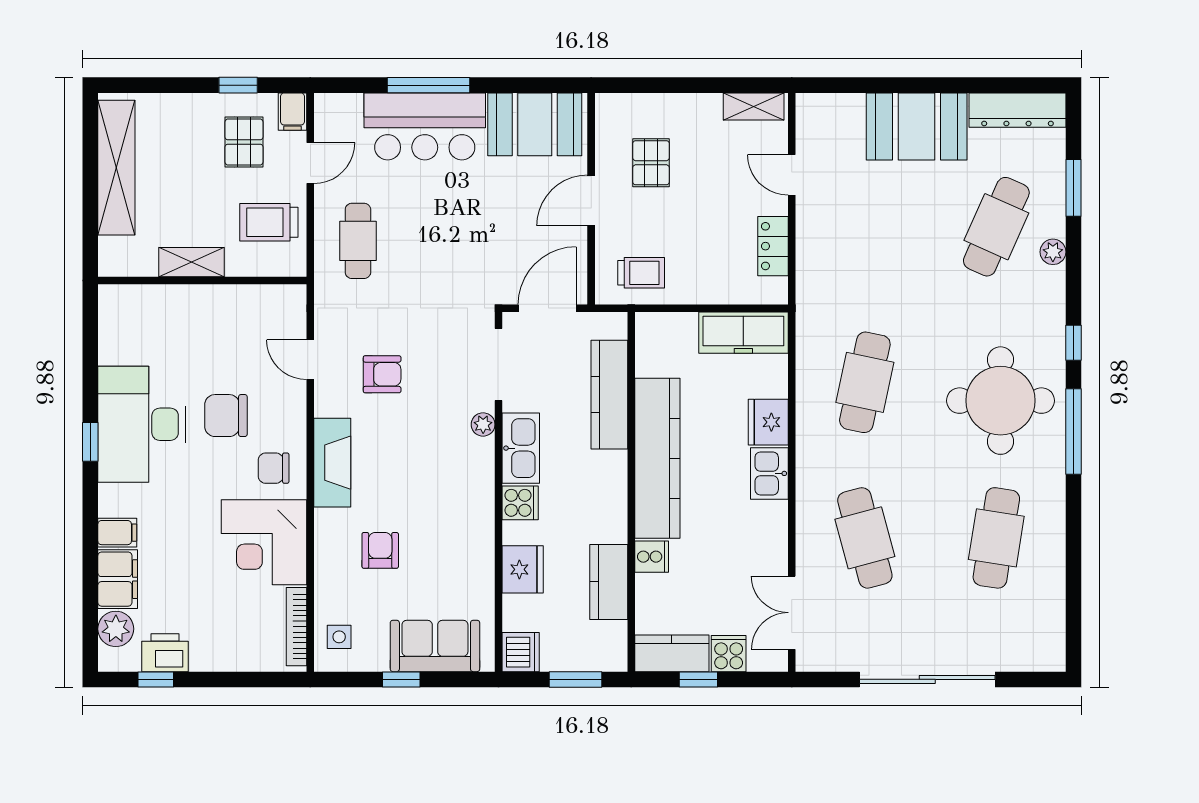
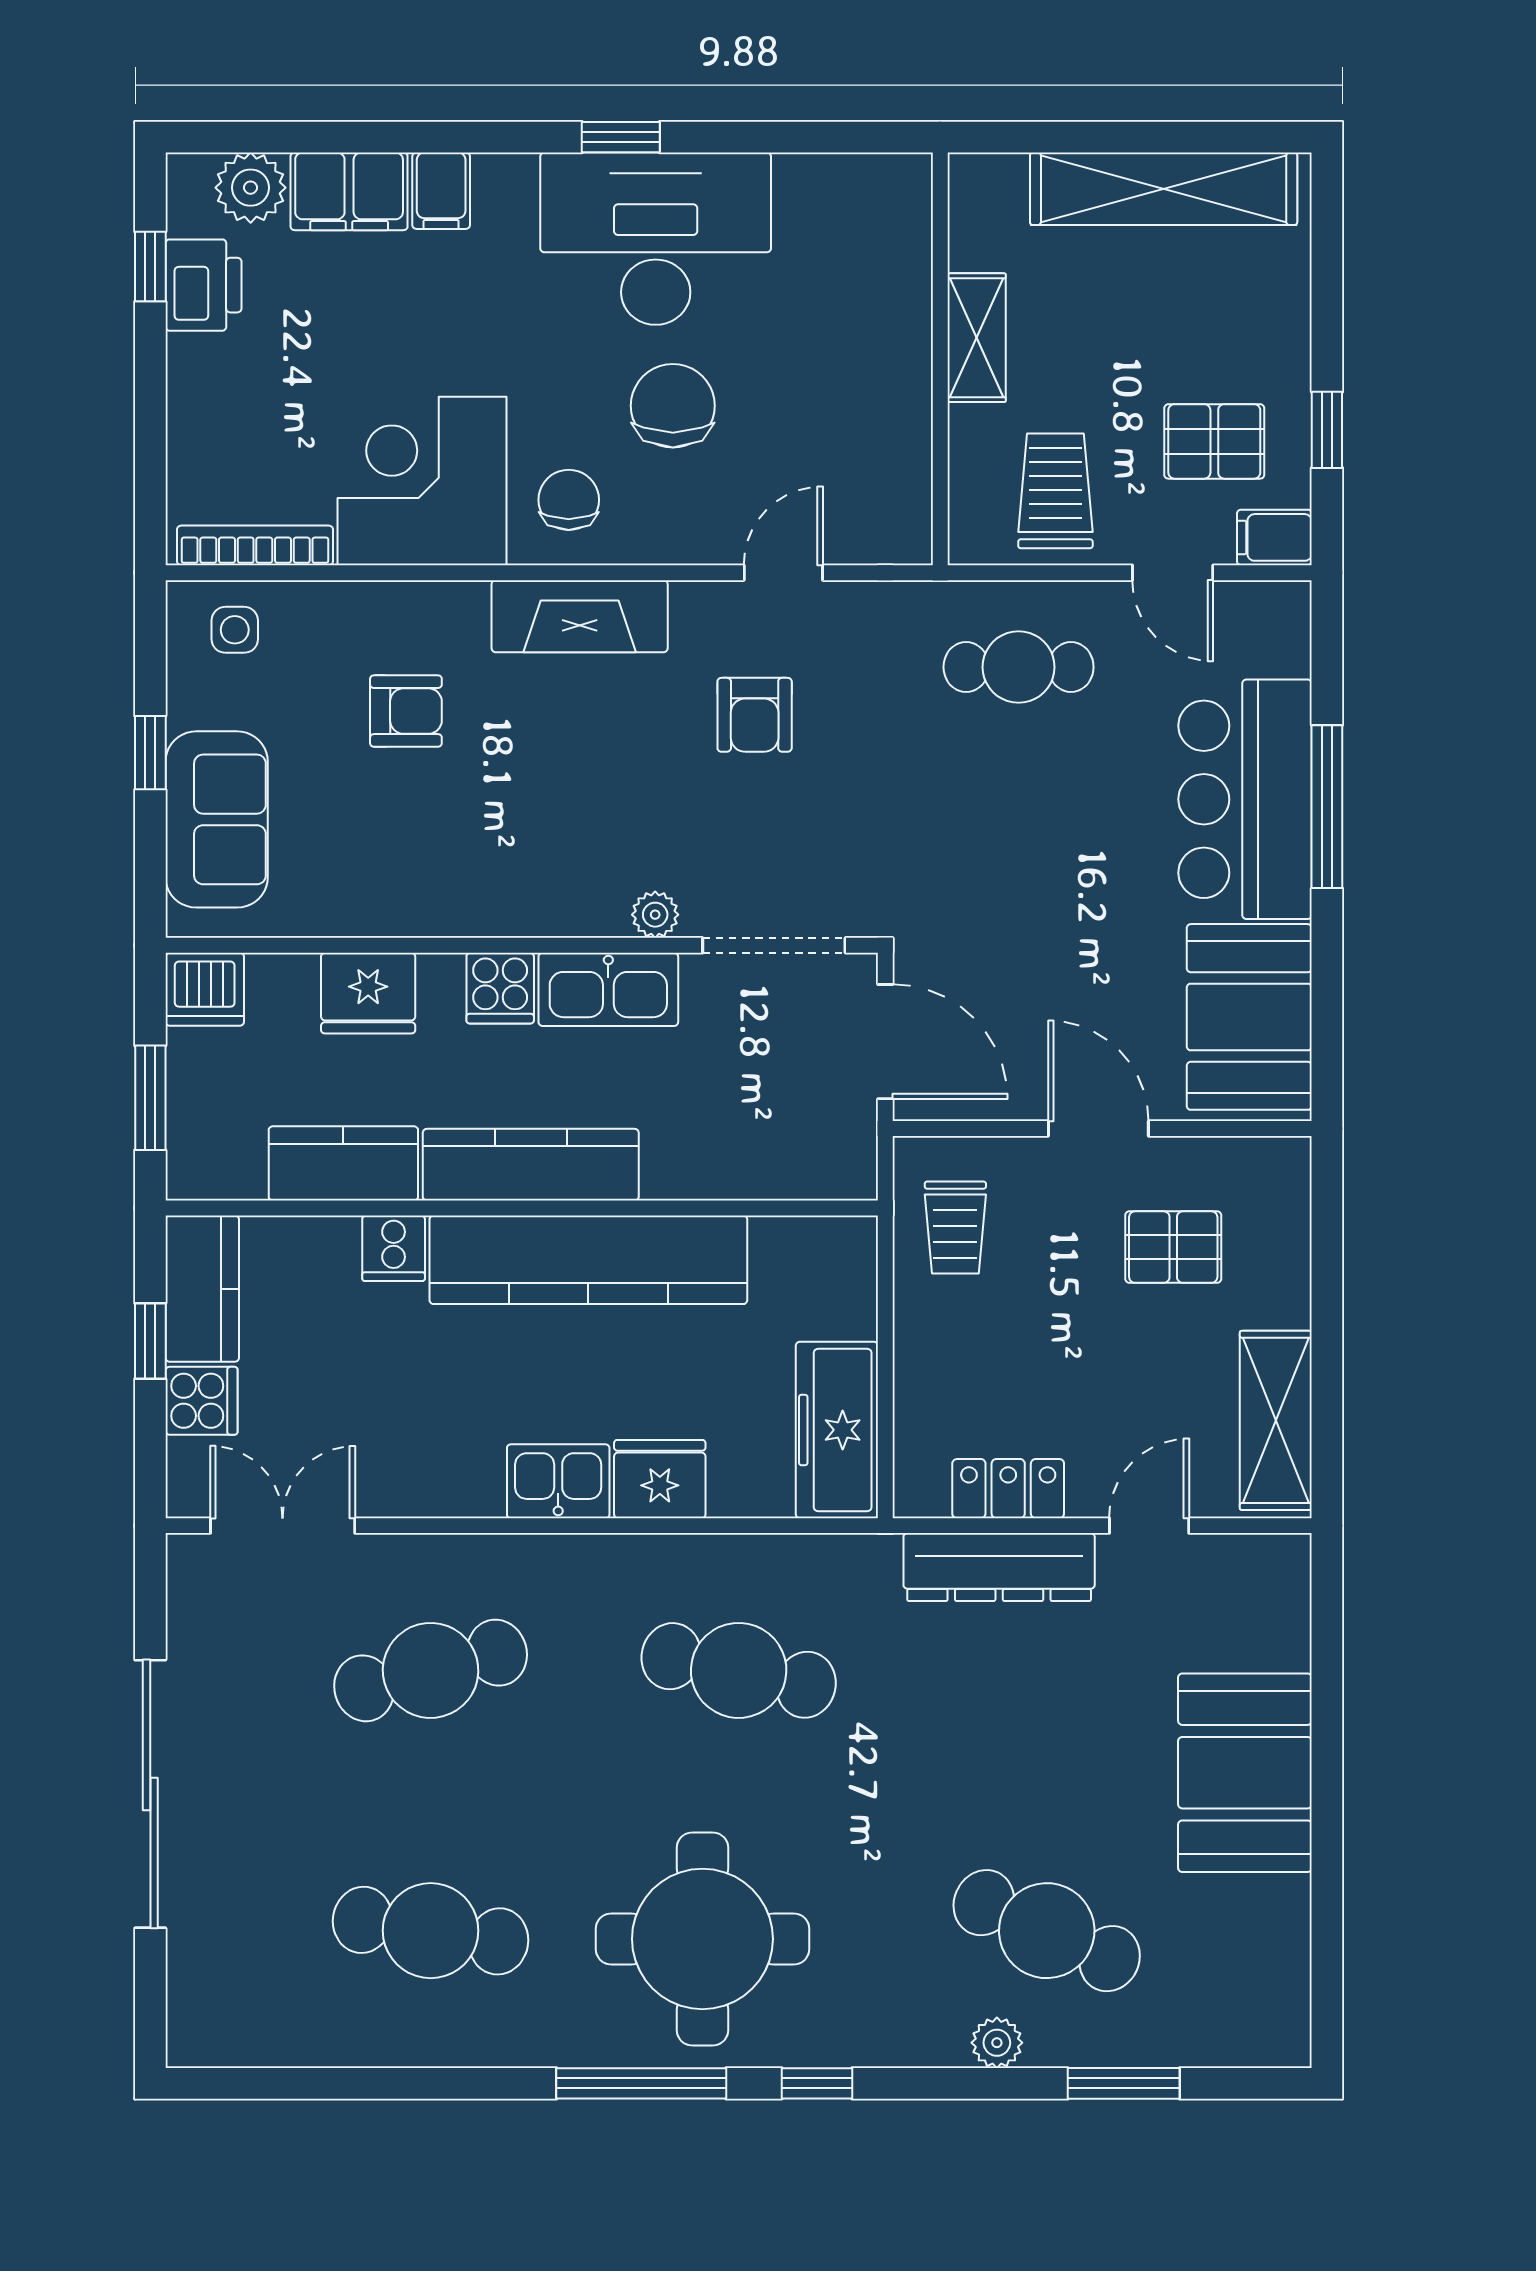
shelving: (754, 106) -> (1276, 1420), width x1.50, depth x1.33
dresser: (1017, 110) -> (999, 1567), moved, turned -90
kitchen counter: (609, 395) -> (531, 1165), moved

